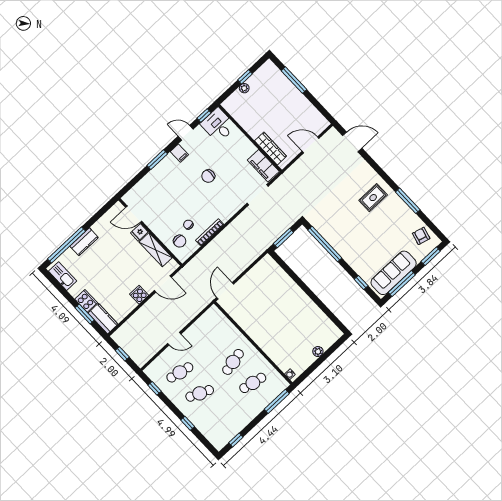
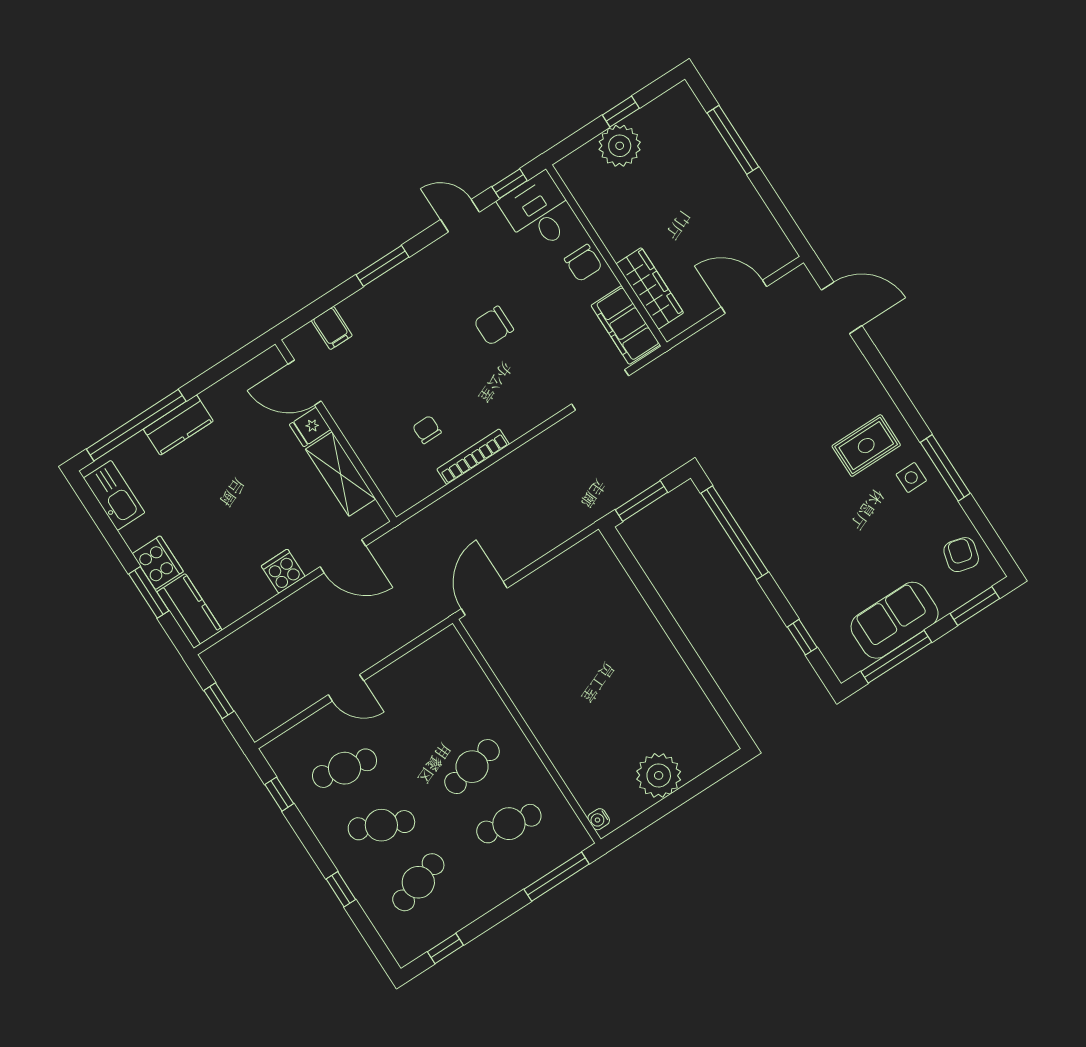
plant: (244, 88) -> (620, 146), width x1.87, depth x1.87
filing cabinet: (179, 153) -> (332, 328), moved
side table: (394, 207) -> (911, 477), added
chair: (180, 241) -> (583, 263), moved
sofa: (394, 273) -> (895, 620), width x0.73
plant: (318, 352) -> (659, 775), width x1.88, depth x1.88
cafe table: (219, 414) -> (418, 882), added

